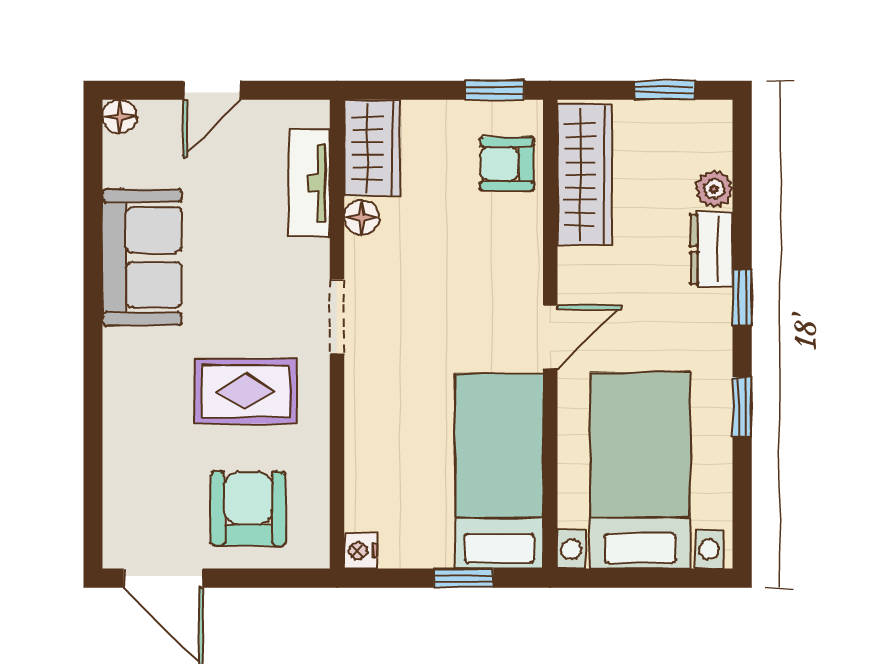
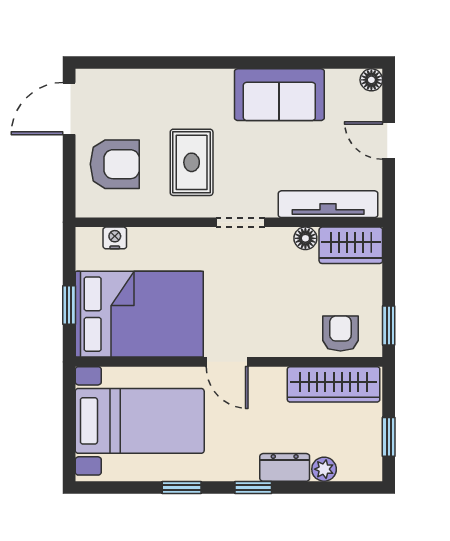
tv unit: (309, 183) -> (328, 204), width x1.41
bed: (499, 471) -> (139, 314), width x1.50
nightstand: (361, 551) -> (115, 238), moved

